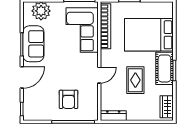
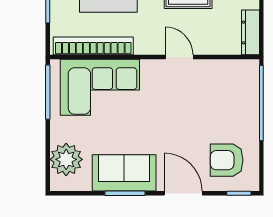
armchair: (69, 99) -> (227, 160), moved, turned 180

